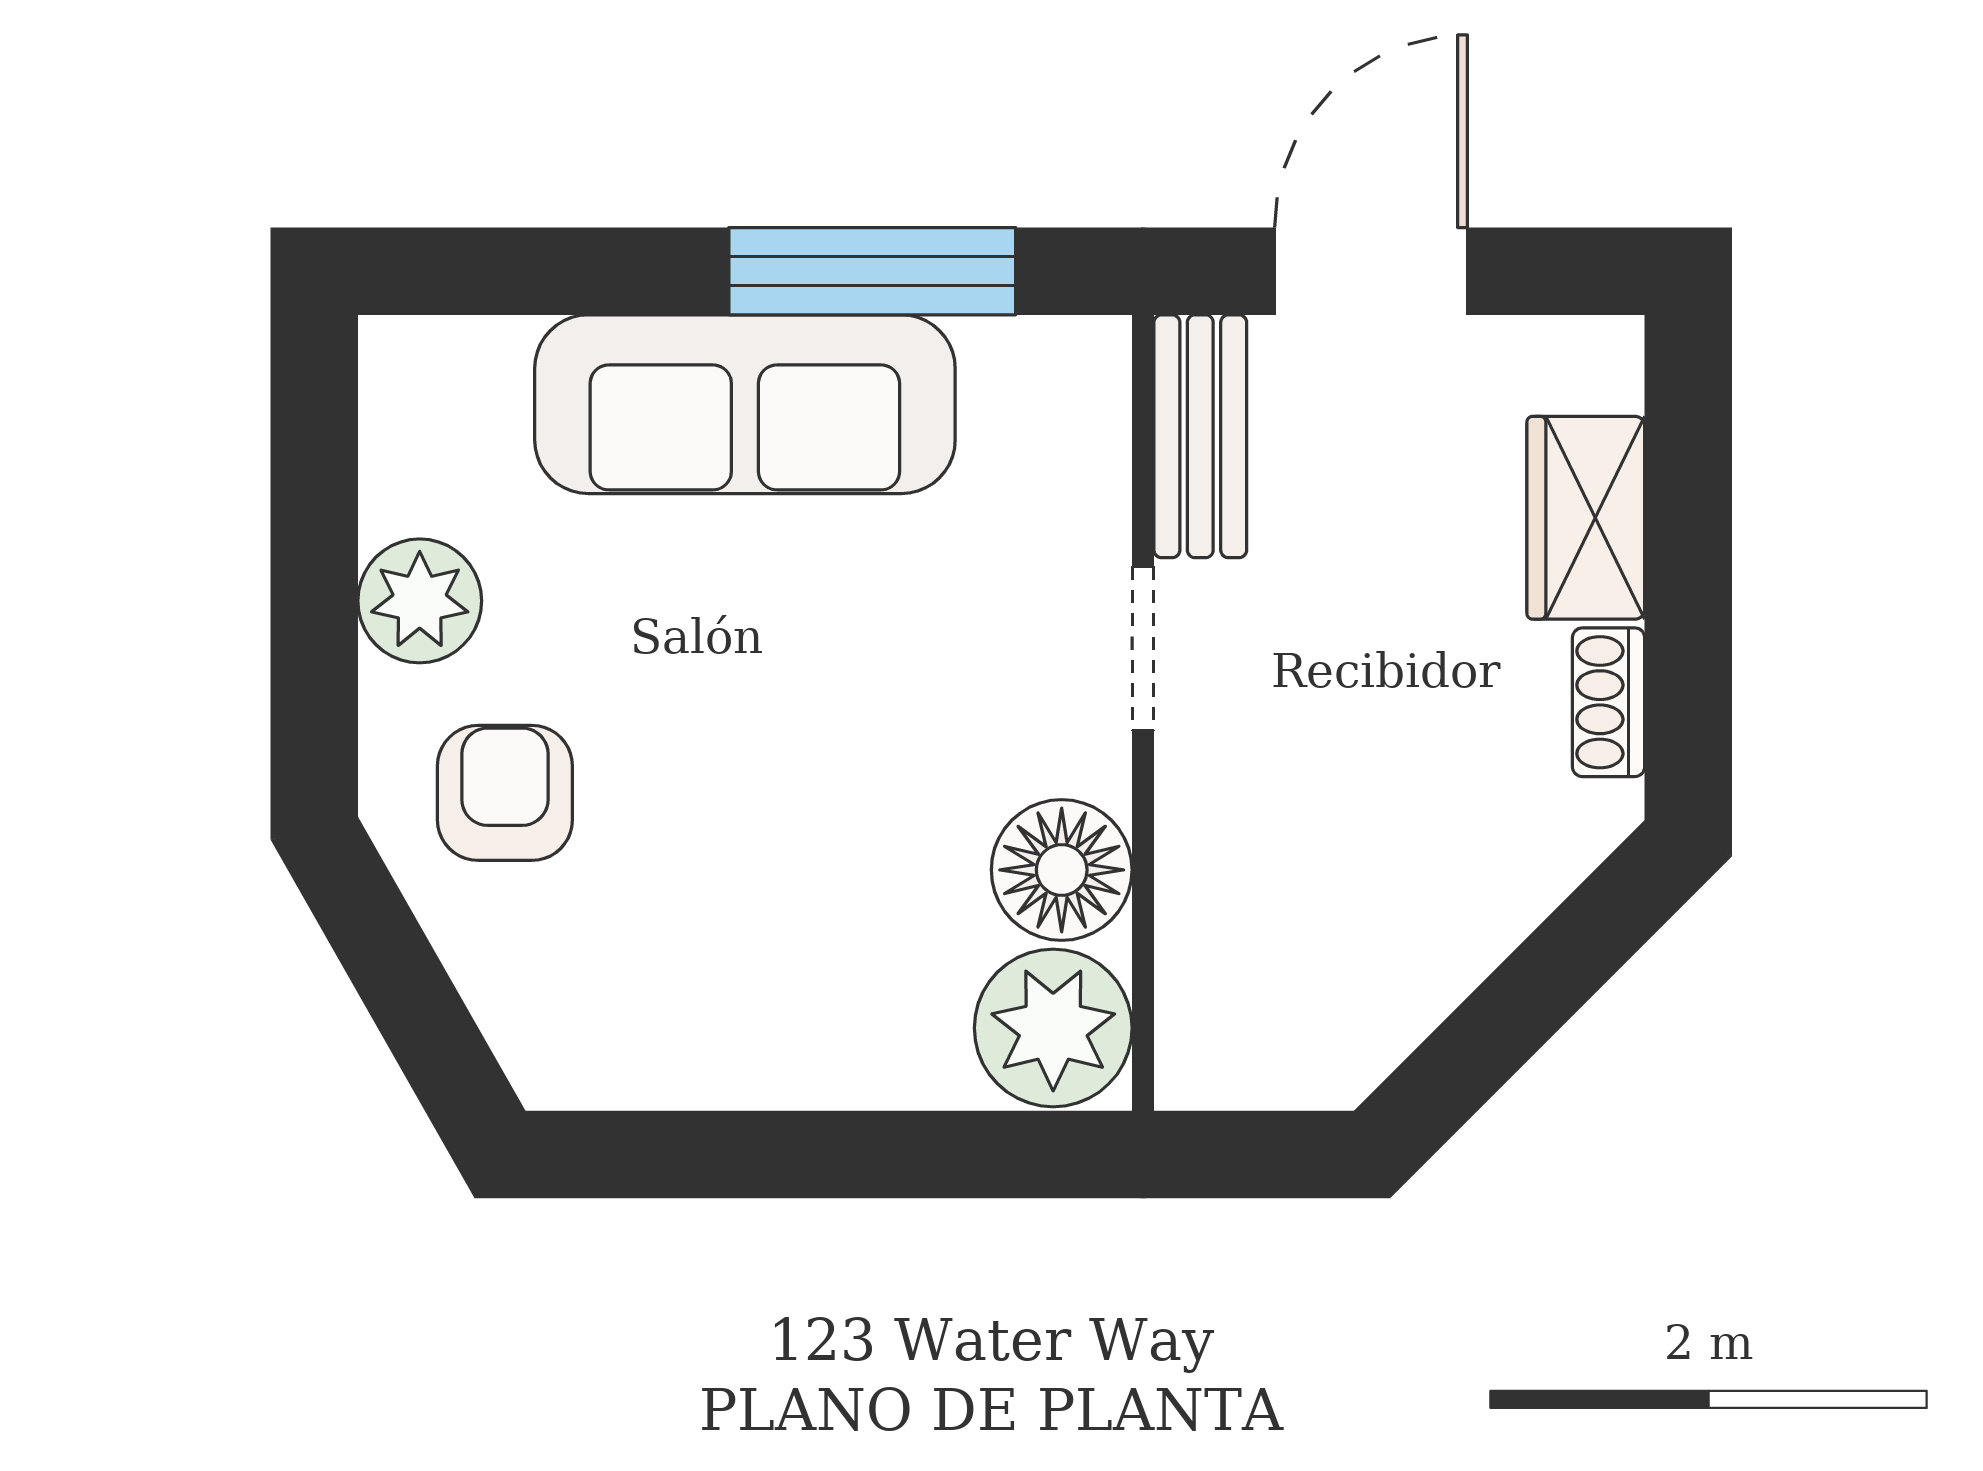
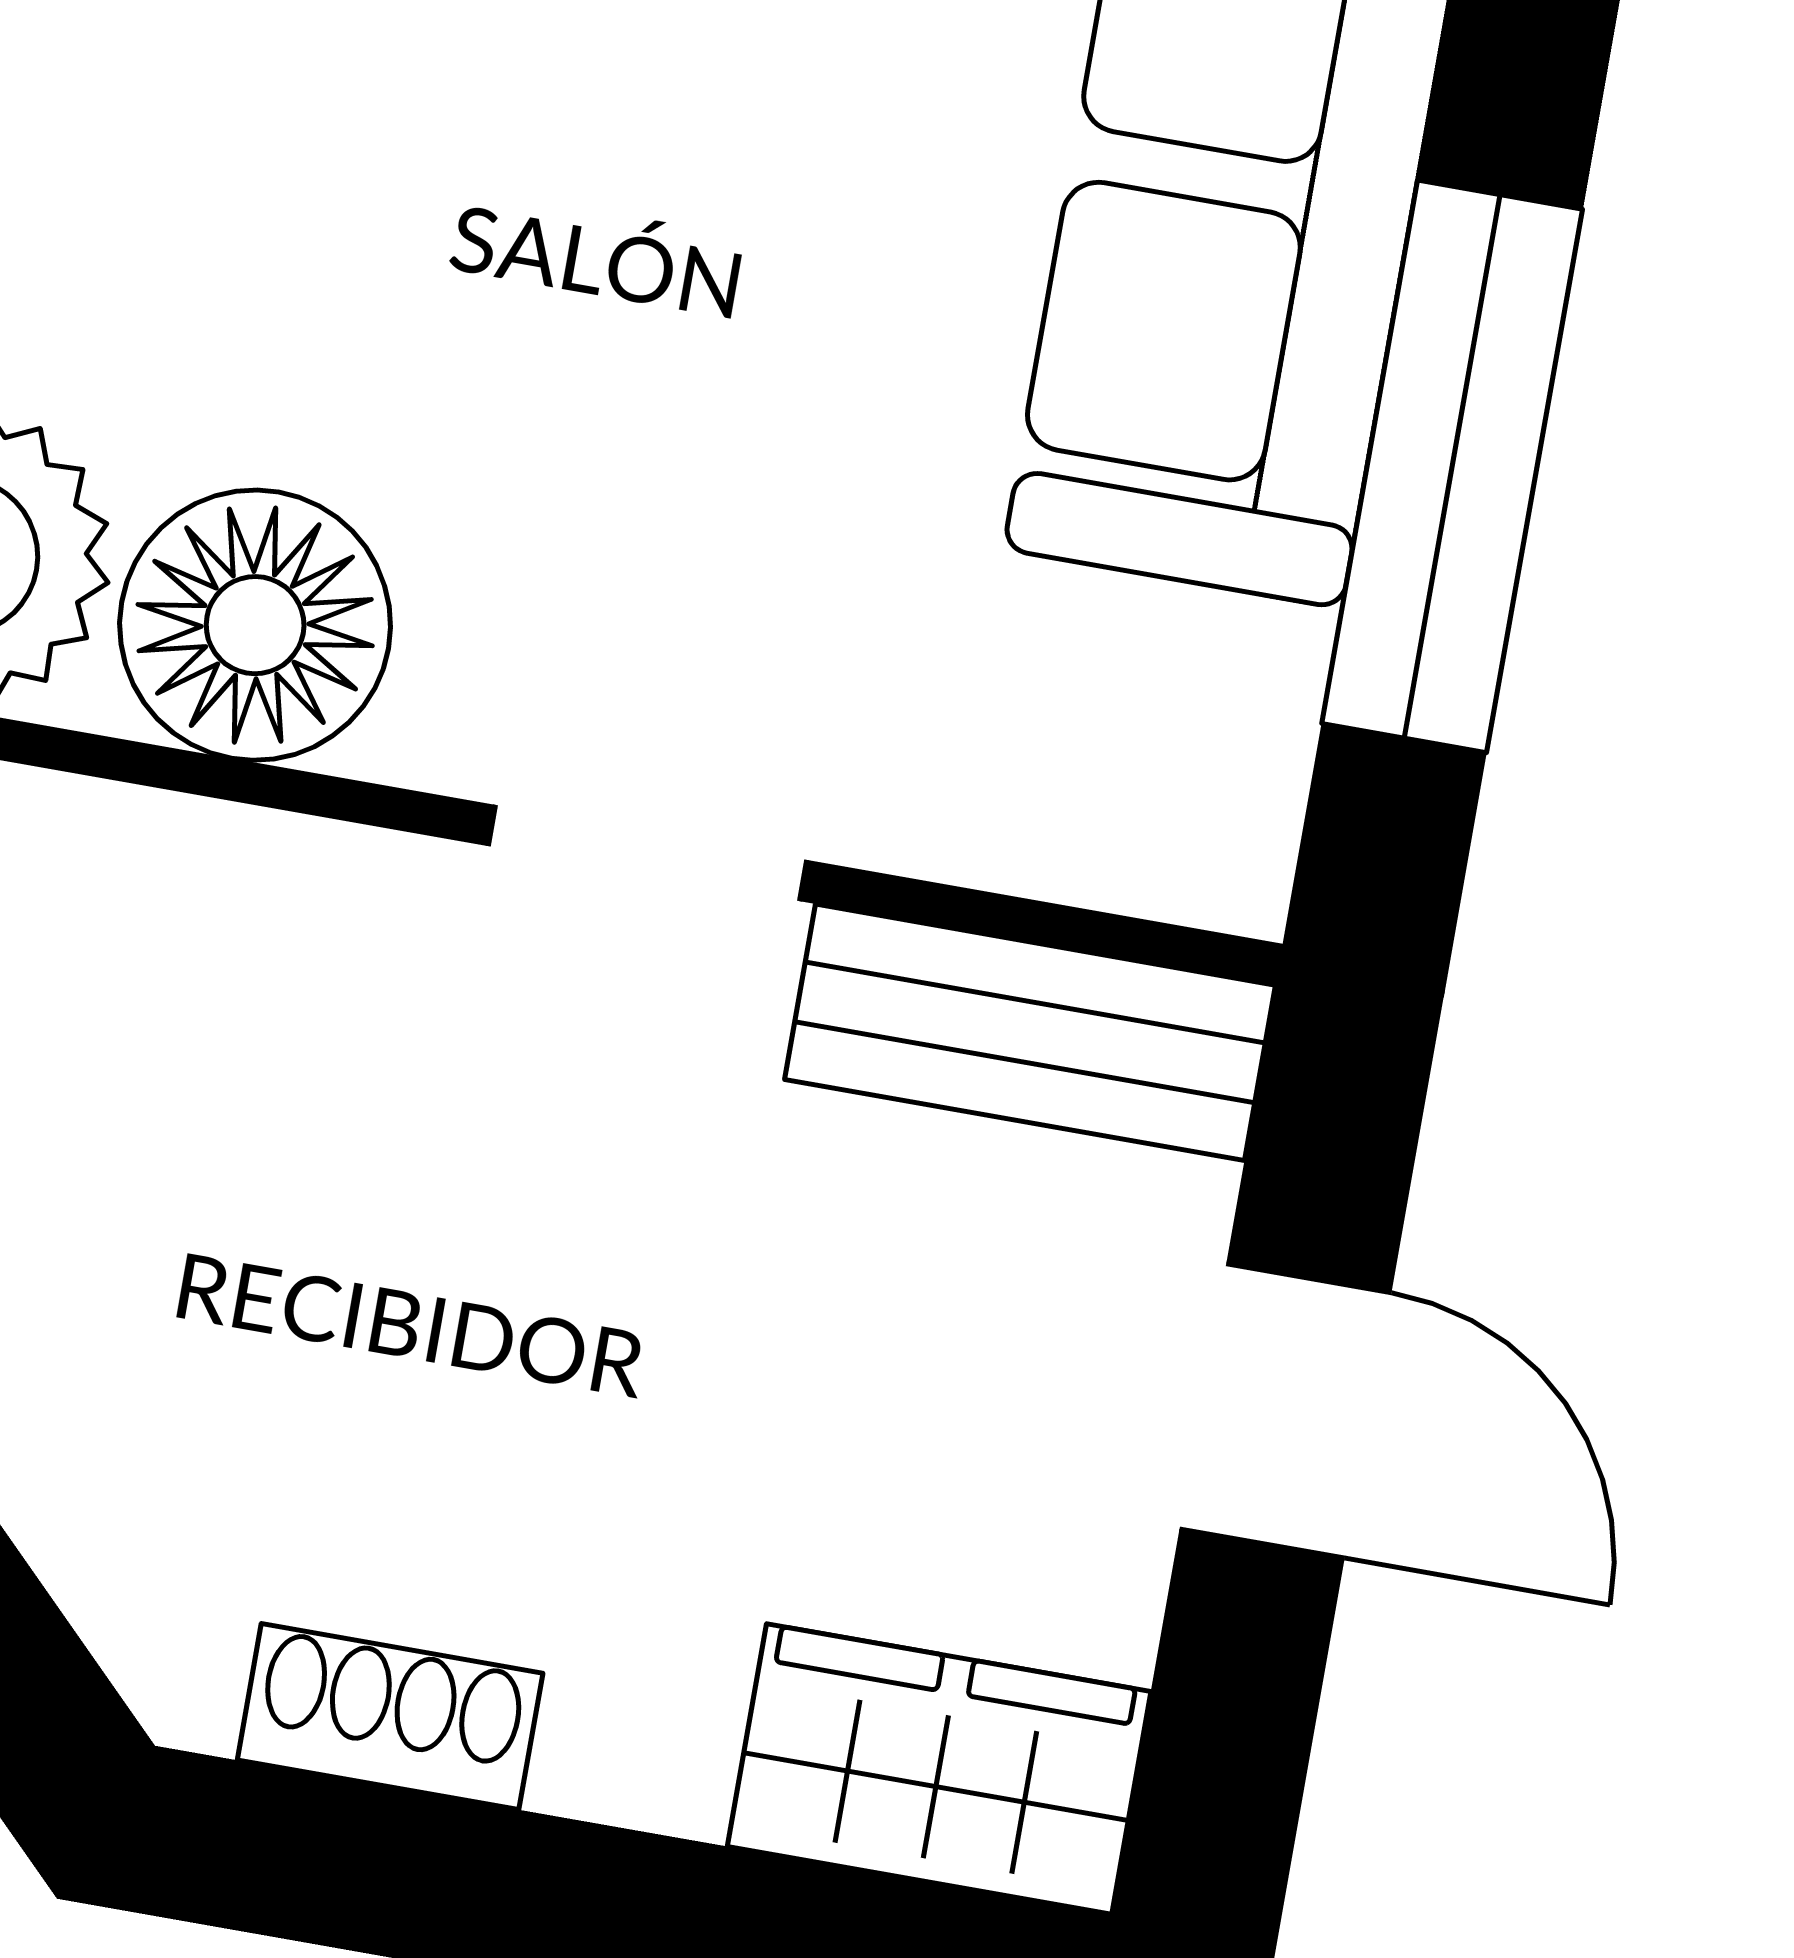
door: (1371, 271) -> (1286, 1411), width x0.73
wardrobe: (1586, 518) -> (939, 1769), moved

